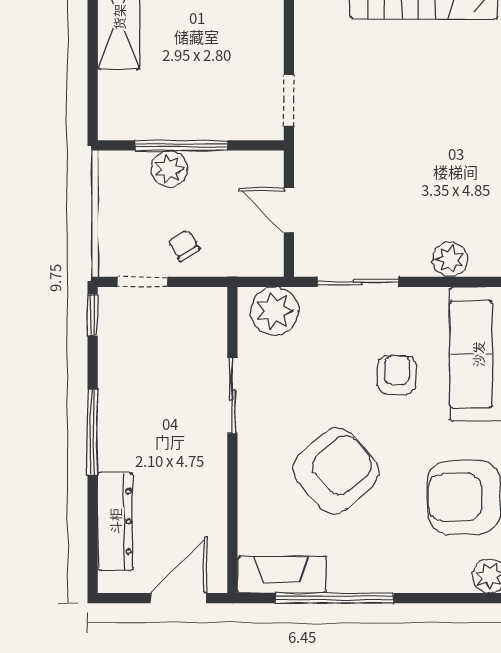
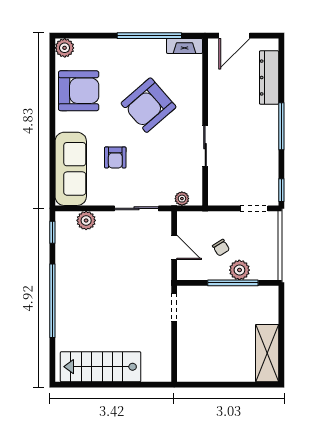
chair: (184, 245) -> (221, 248), moved
plant: (275, 311) -> (182, 199), width x0.53, depth x0.53
fireplace: (282, 575) -> (185, 46), width x0.73, depth x0.76

